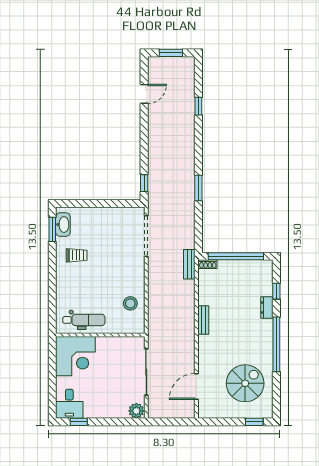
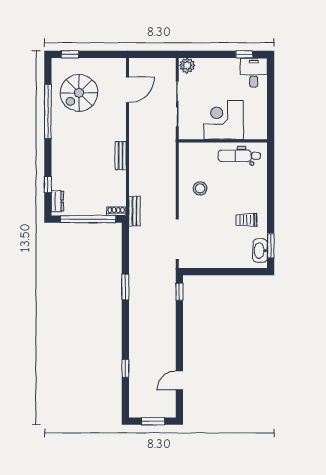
stool: (130, 303) -> (200, 188), moved
dresser: (267, 307) -> (57, 201), moved
window: (276, 344) -> (48, 111), moved
corner desk: (75, 356) -> (224, 120), moved

